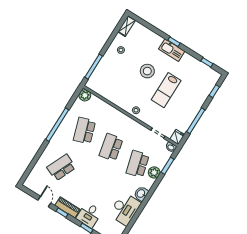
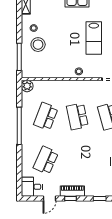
stool: (147, 71) -> (38, 45), moved
school desk: (84, 131) -> (46, 116), turned 39
door: (44, 202) -> (49, 199), swing flipped
desk: (89, 215) -> (32, 187), moved, turned 90

